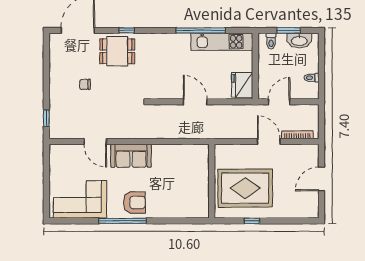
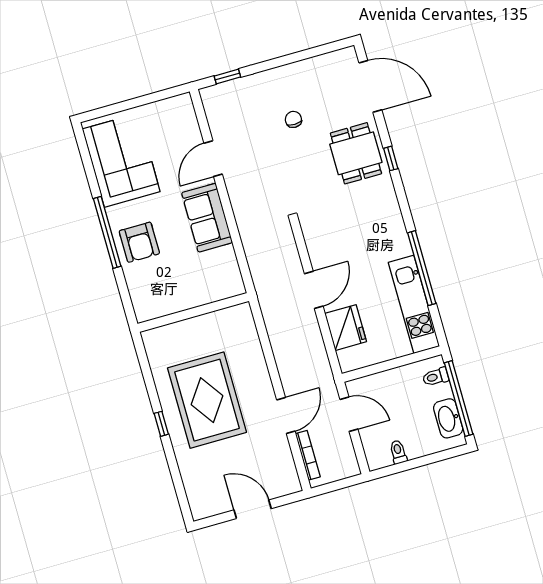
window: (289, 30) -> (459, 398), width x2.11
fridge: (242, 85) -> (346, 328), moved, turned 90
wall: (212, 181) -> (193, 312), moved

